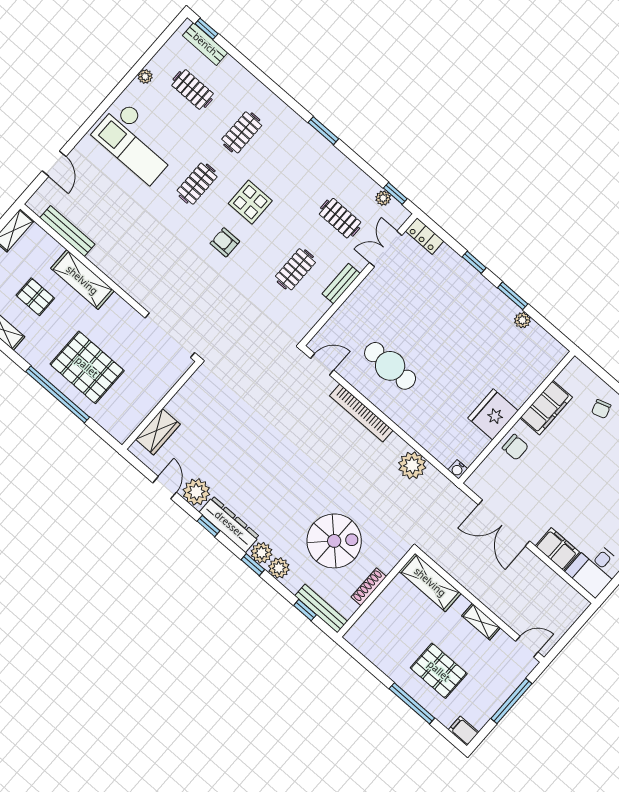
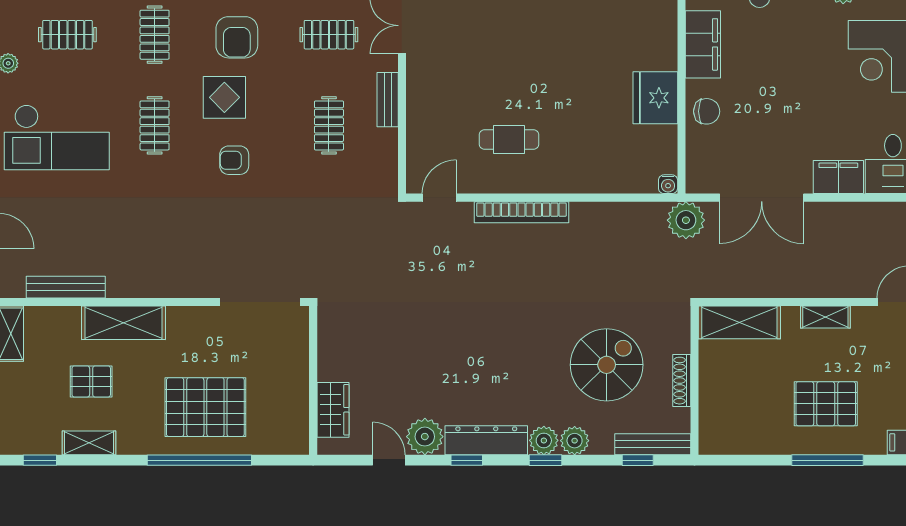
armchair: (287, 174) -> (237, 37), added
cafe table: (390, 366) -> (509, 139), width x0.73, depth x0.74
plant: (412, 465) -> (686, 220), moved

